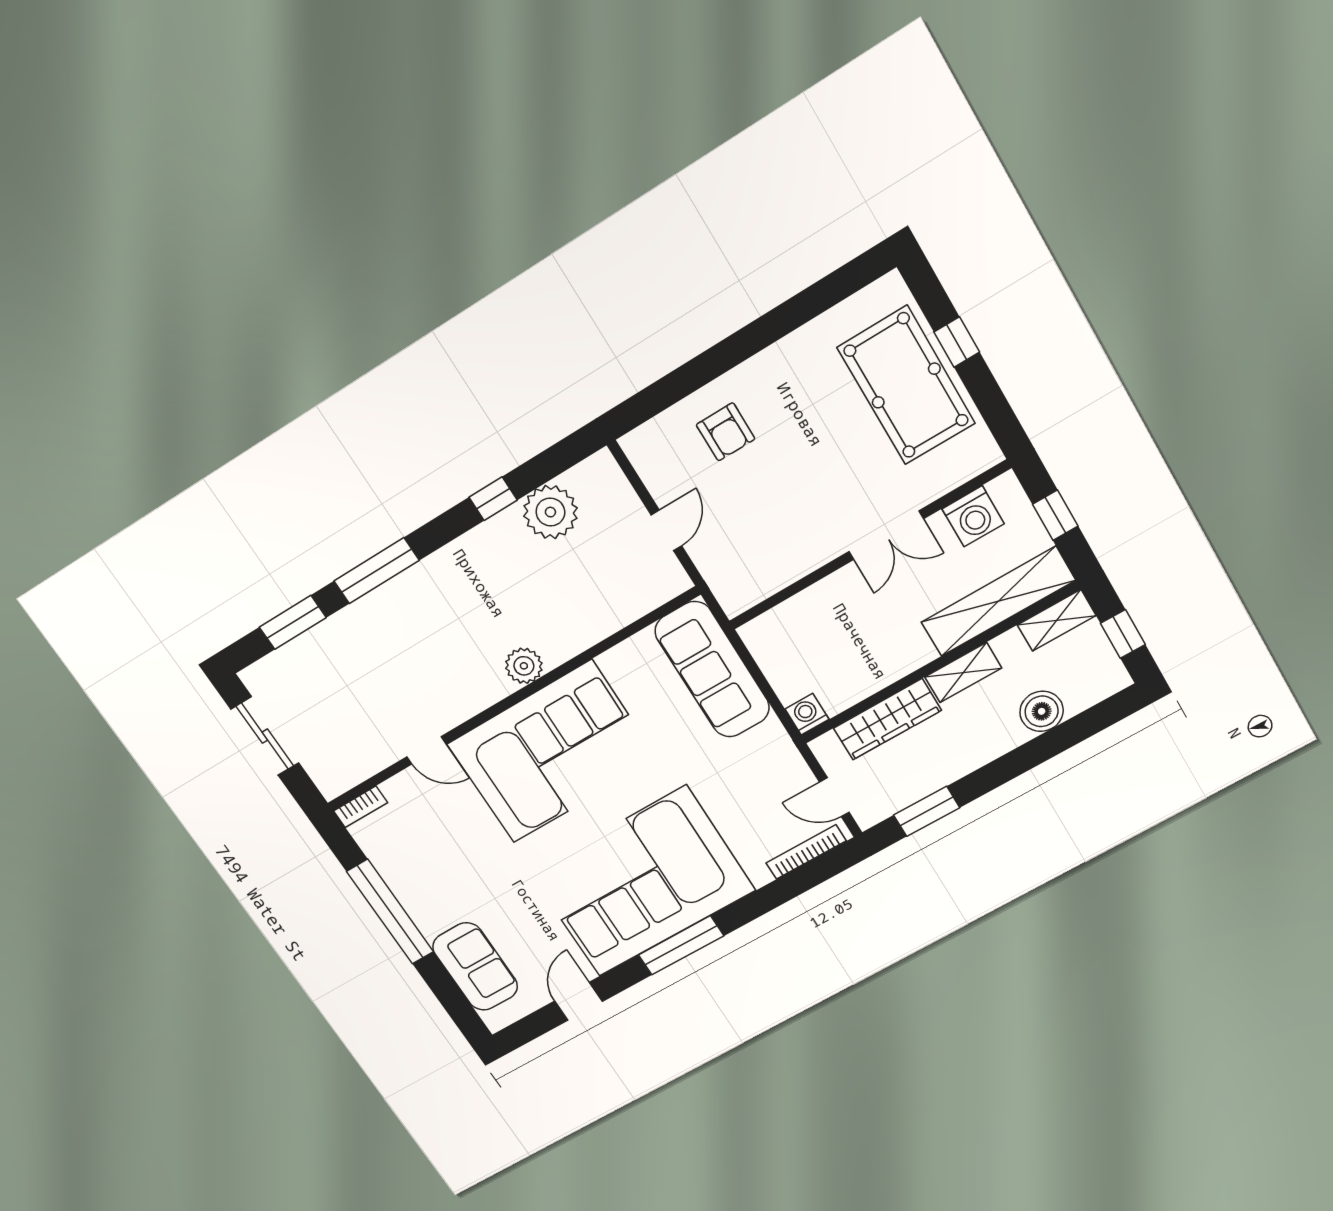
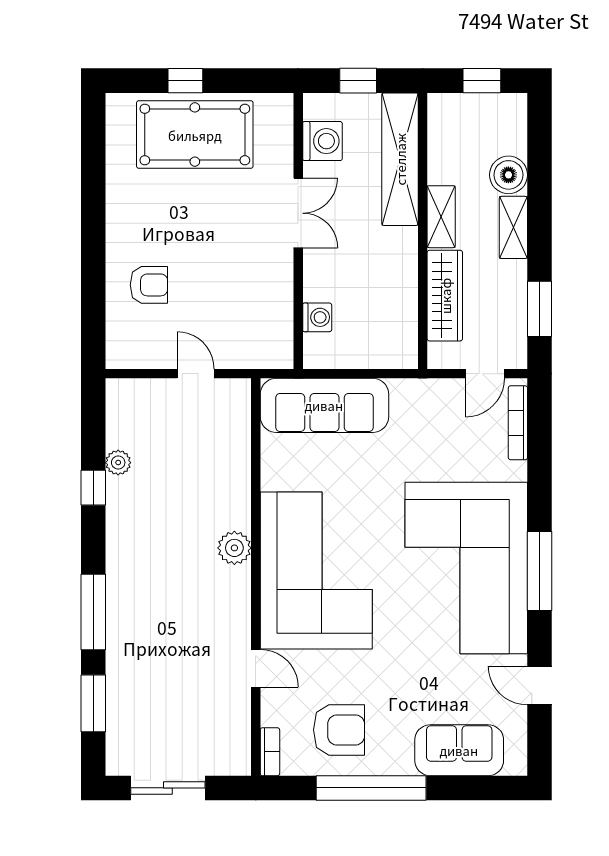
plant: (550, 512) -> (118, 463), width x0.53, depth x0.53
shelving: (1057, 620) -> (513, 227), moved
washing machine: (807, 714) -> (317, 317), moved, turned 180
door: (427, 750) -> (256, 668), hinge flipped
armchair: (422, 855) -> (339, 730), added

